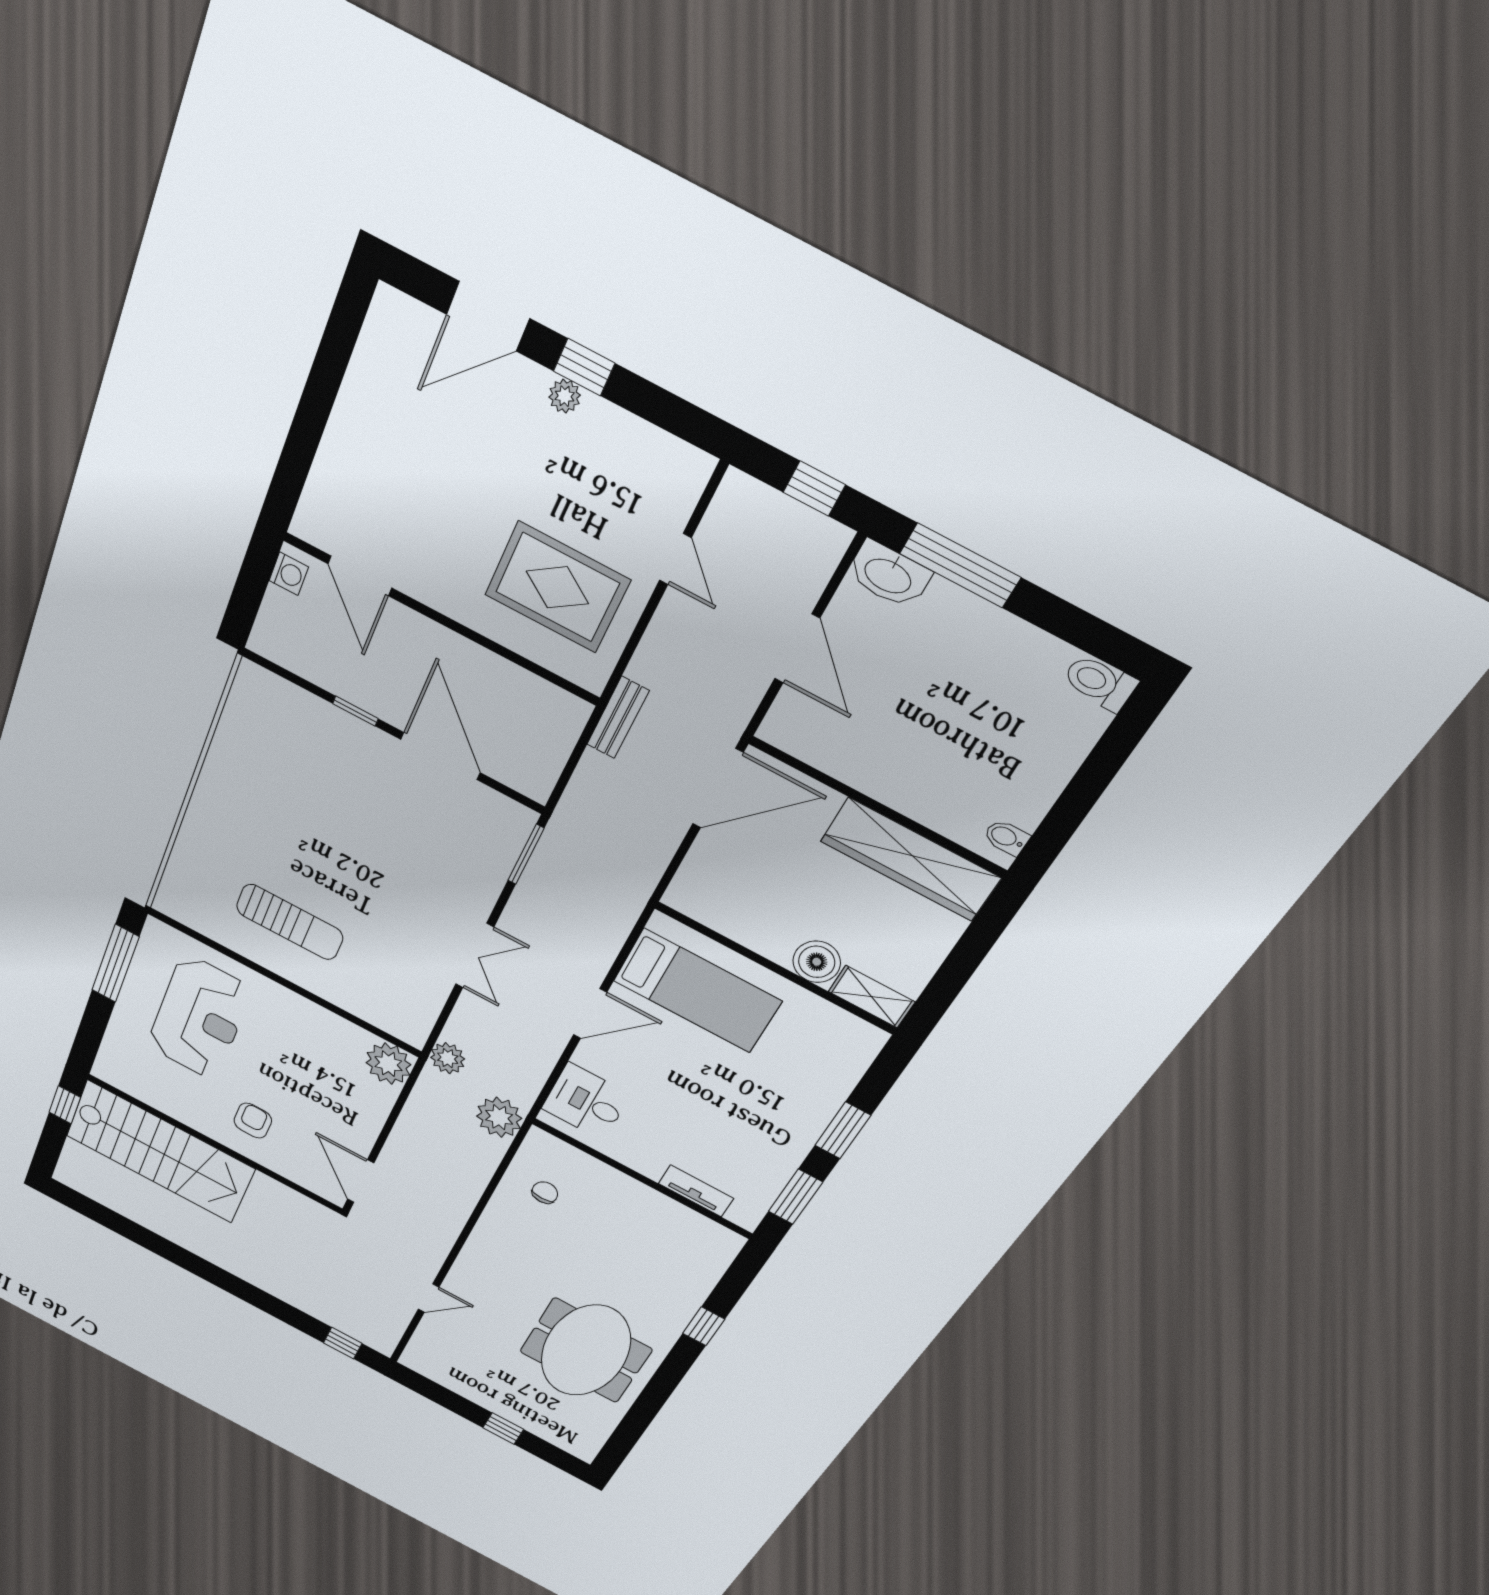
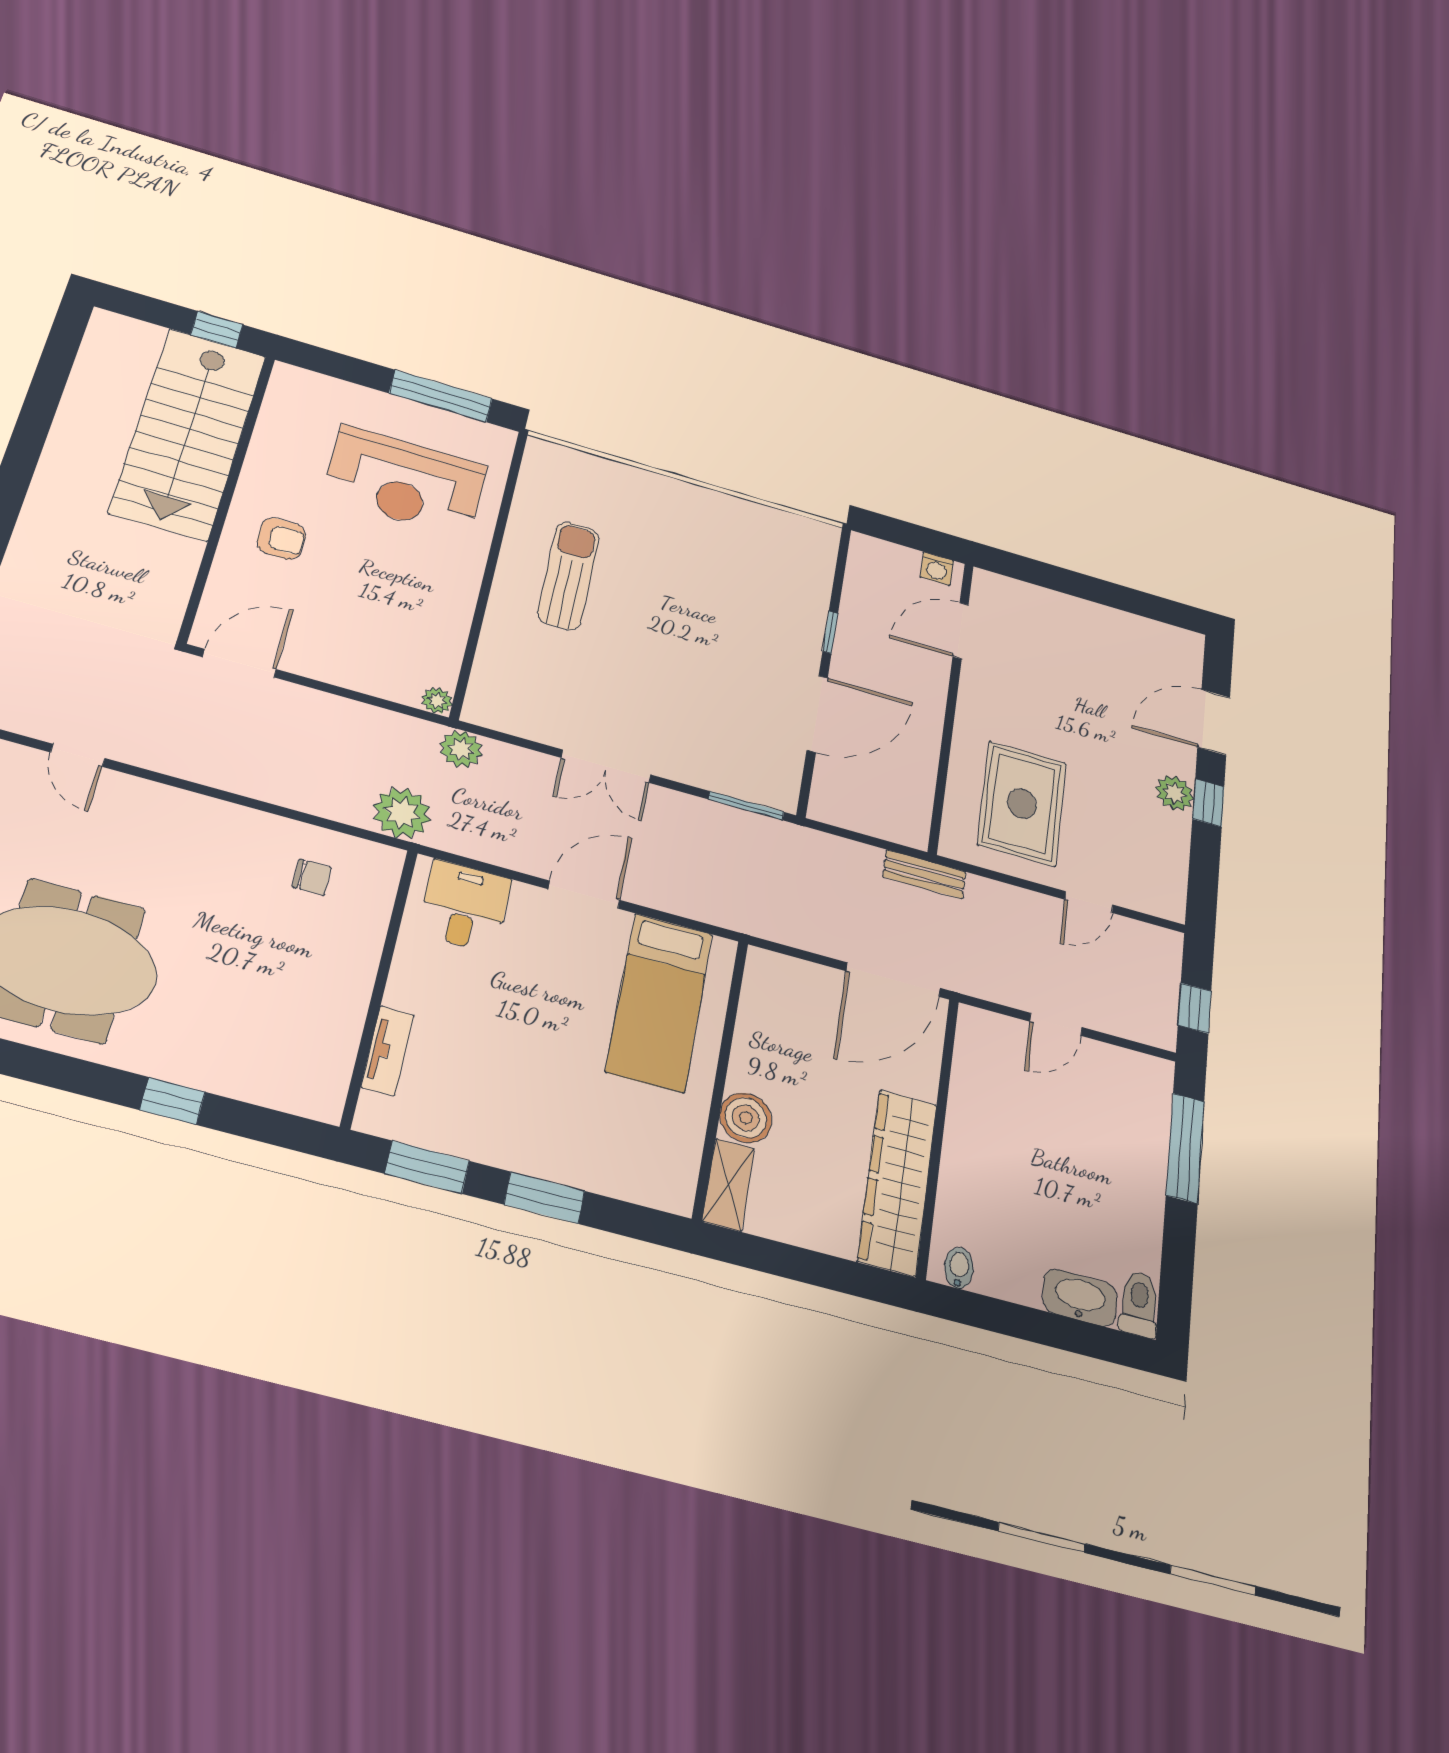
door: (488, 316) -> (1214, 722), hinge flipped
plant: (565, 396) -> (1175, 793), width x1.38, depth x1.38
washbasin: (889, 575) -> (1080, 1298), moved, turned 90
door: (797, 649) -> (1056, 1024), width x0.73
door: (718, 788) -> (893, 980), hinge flipped
sun lounger: (290, 922) -> (569, 575), turned 180
door: (590, 1014) -> (584, 895), swing flipped
plant: (388, 1064) -> (437, 701), width x0.53, depth x0.53

